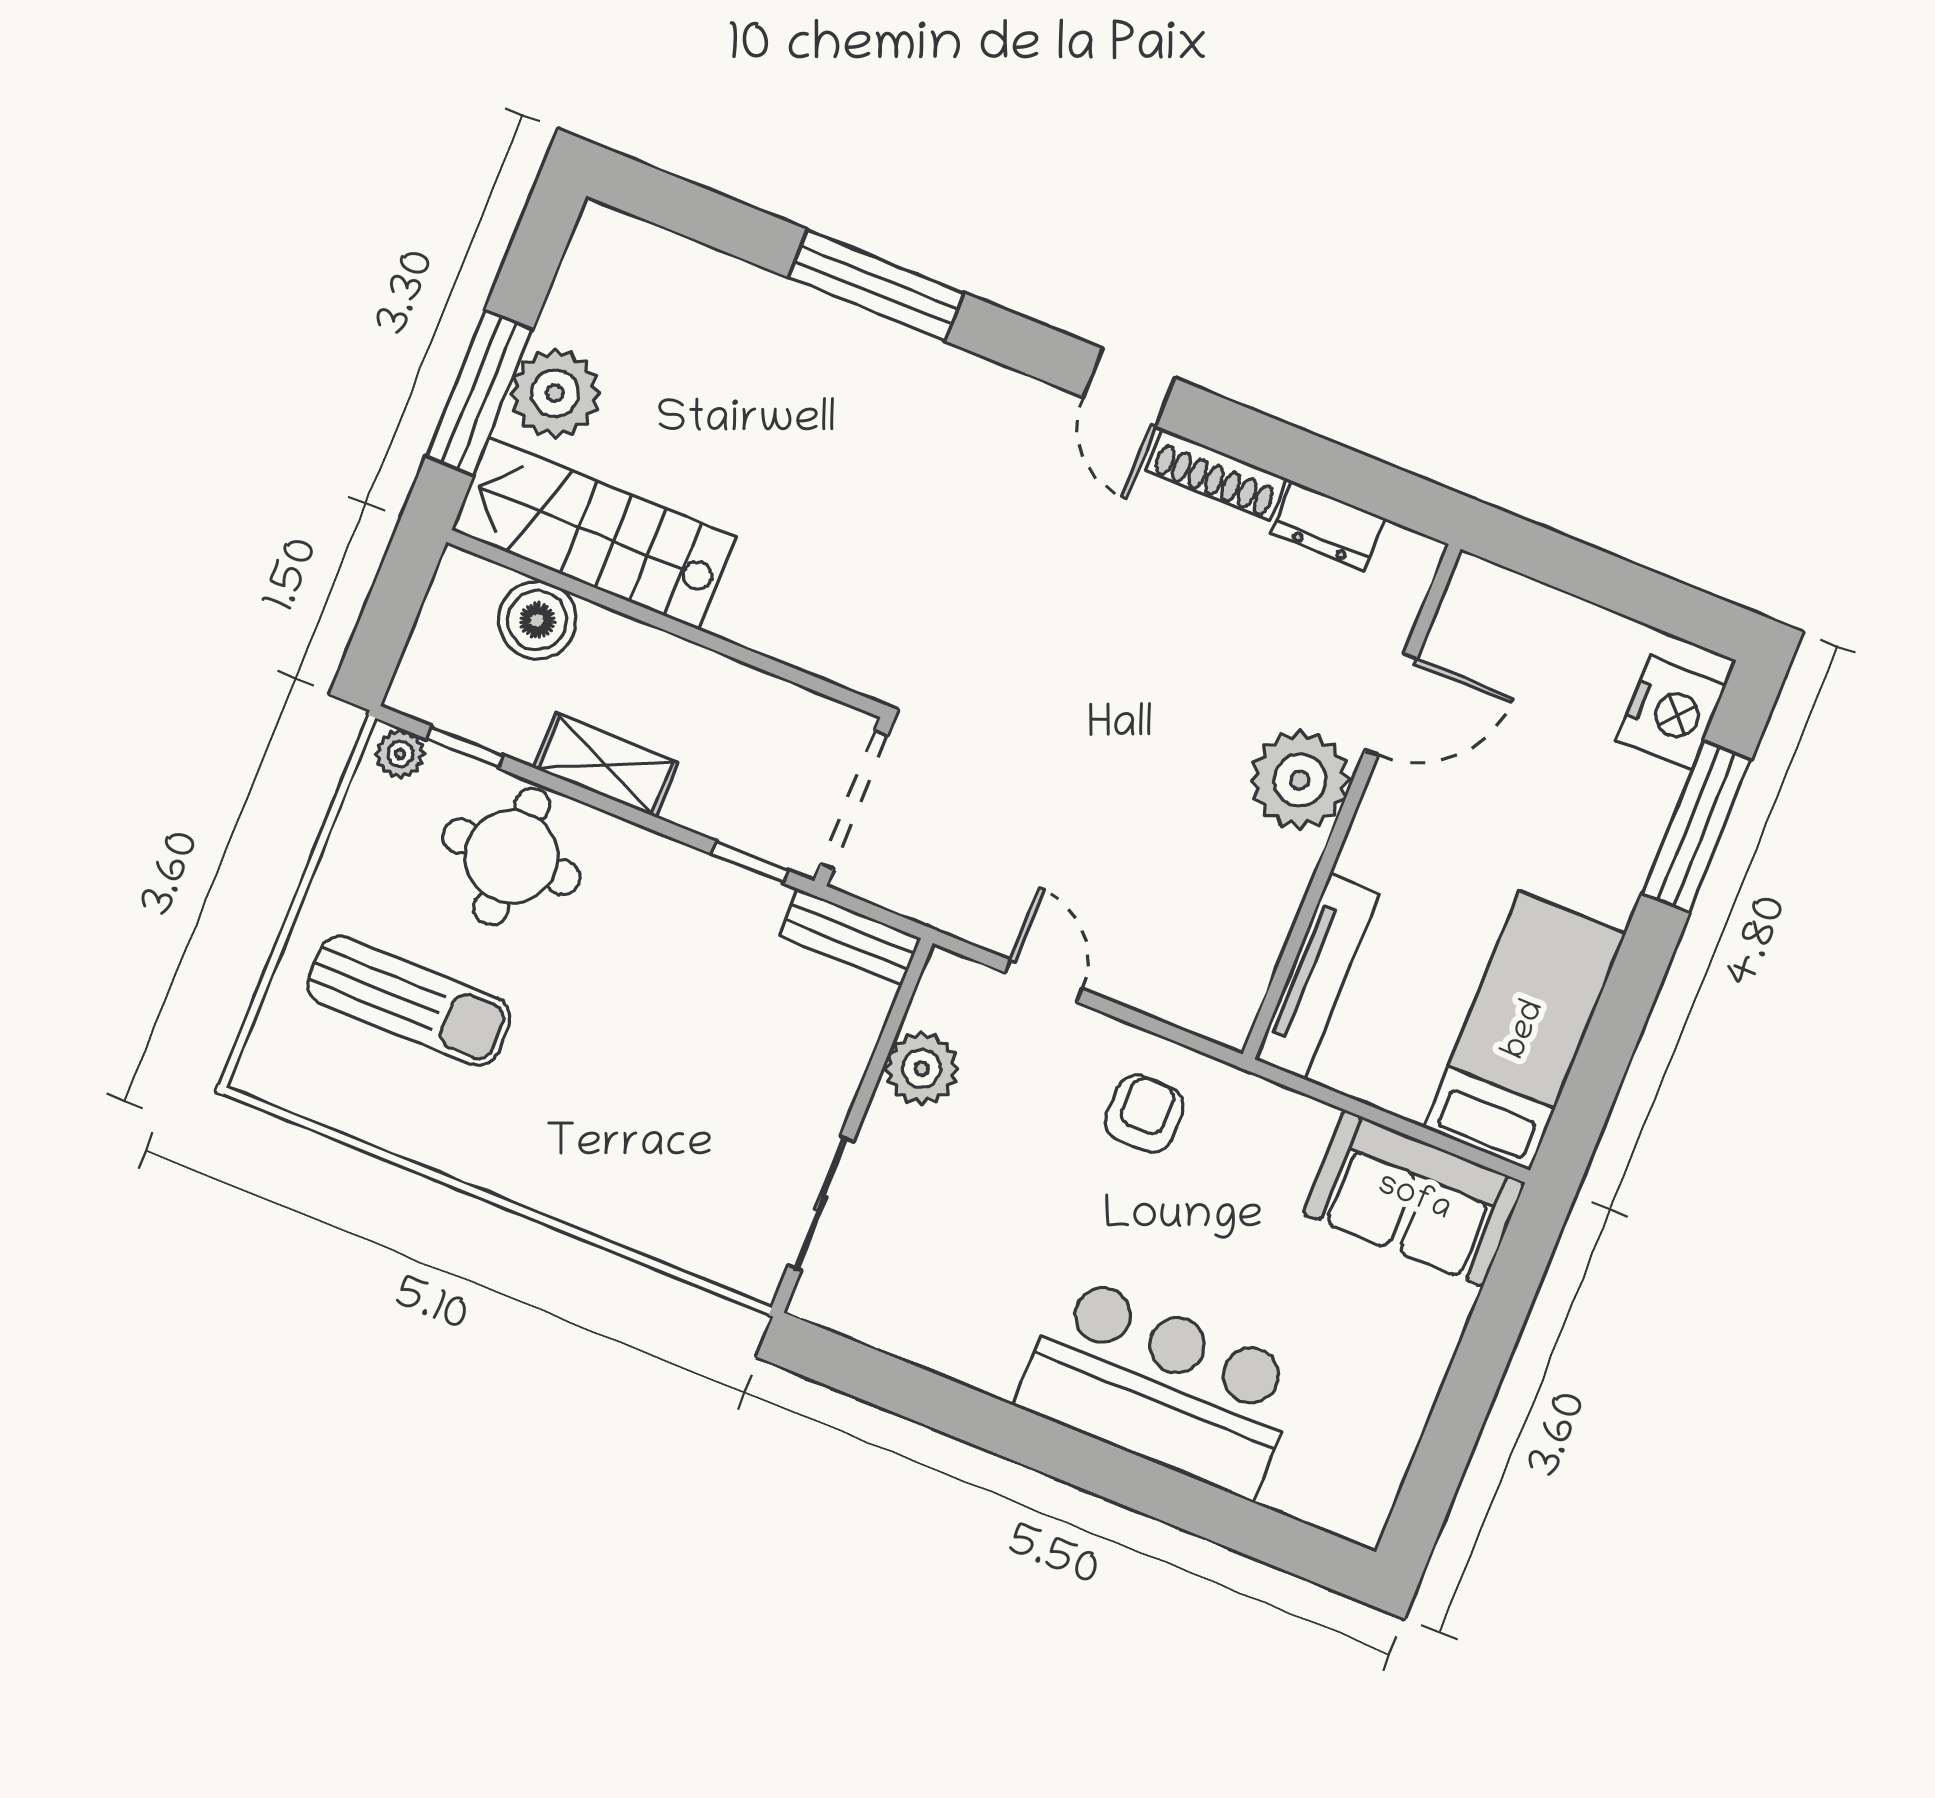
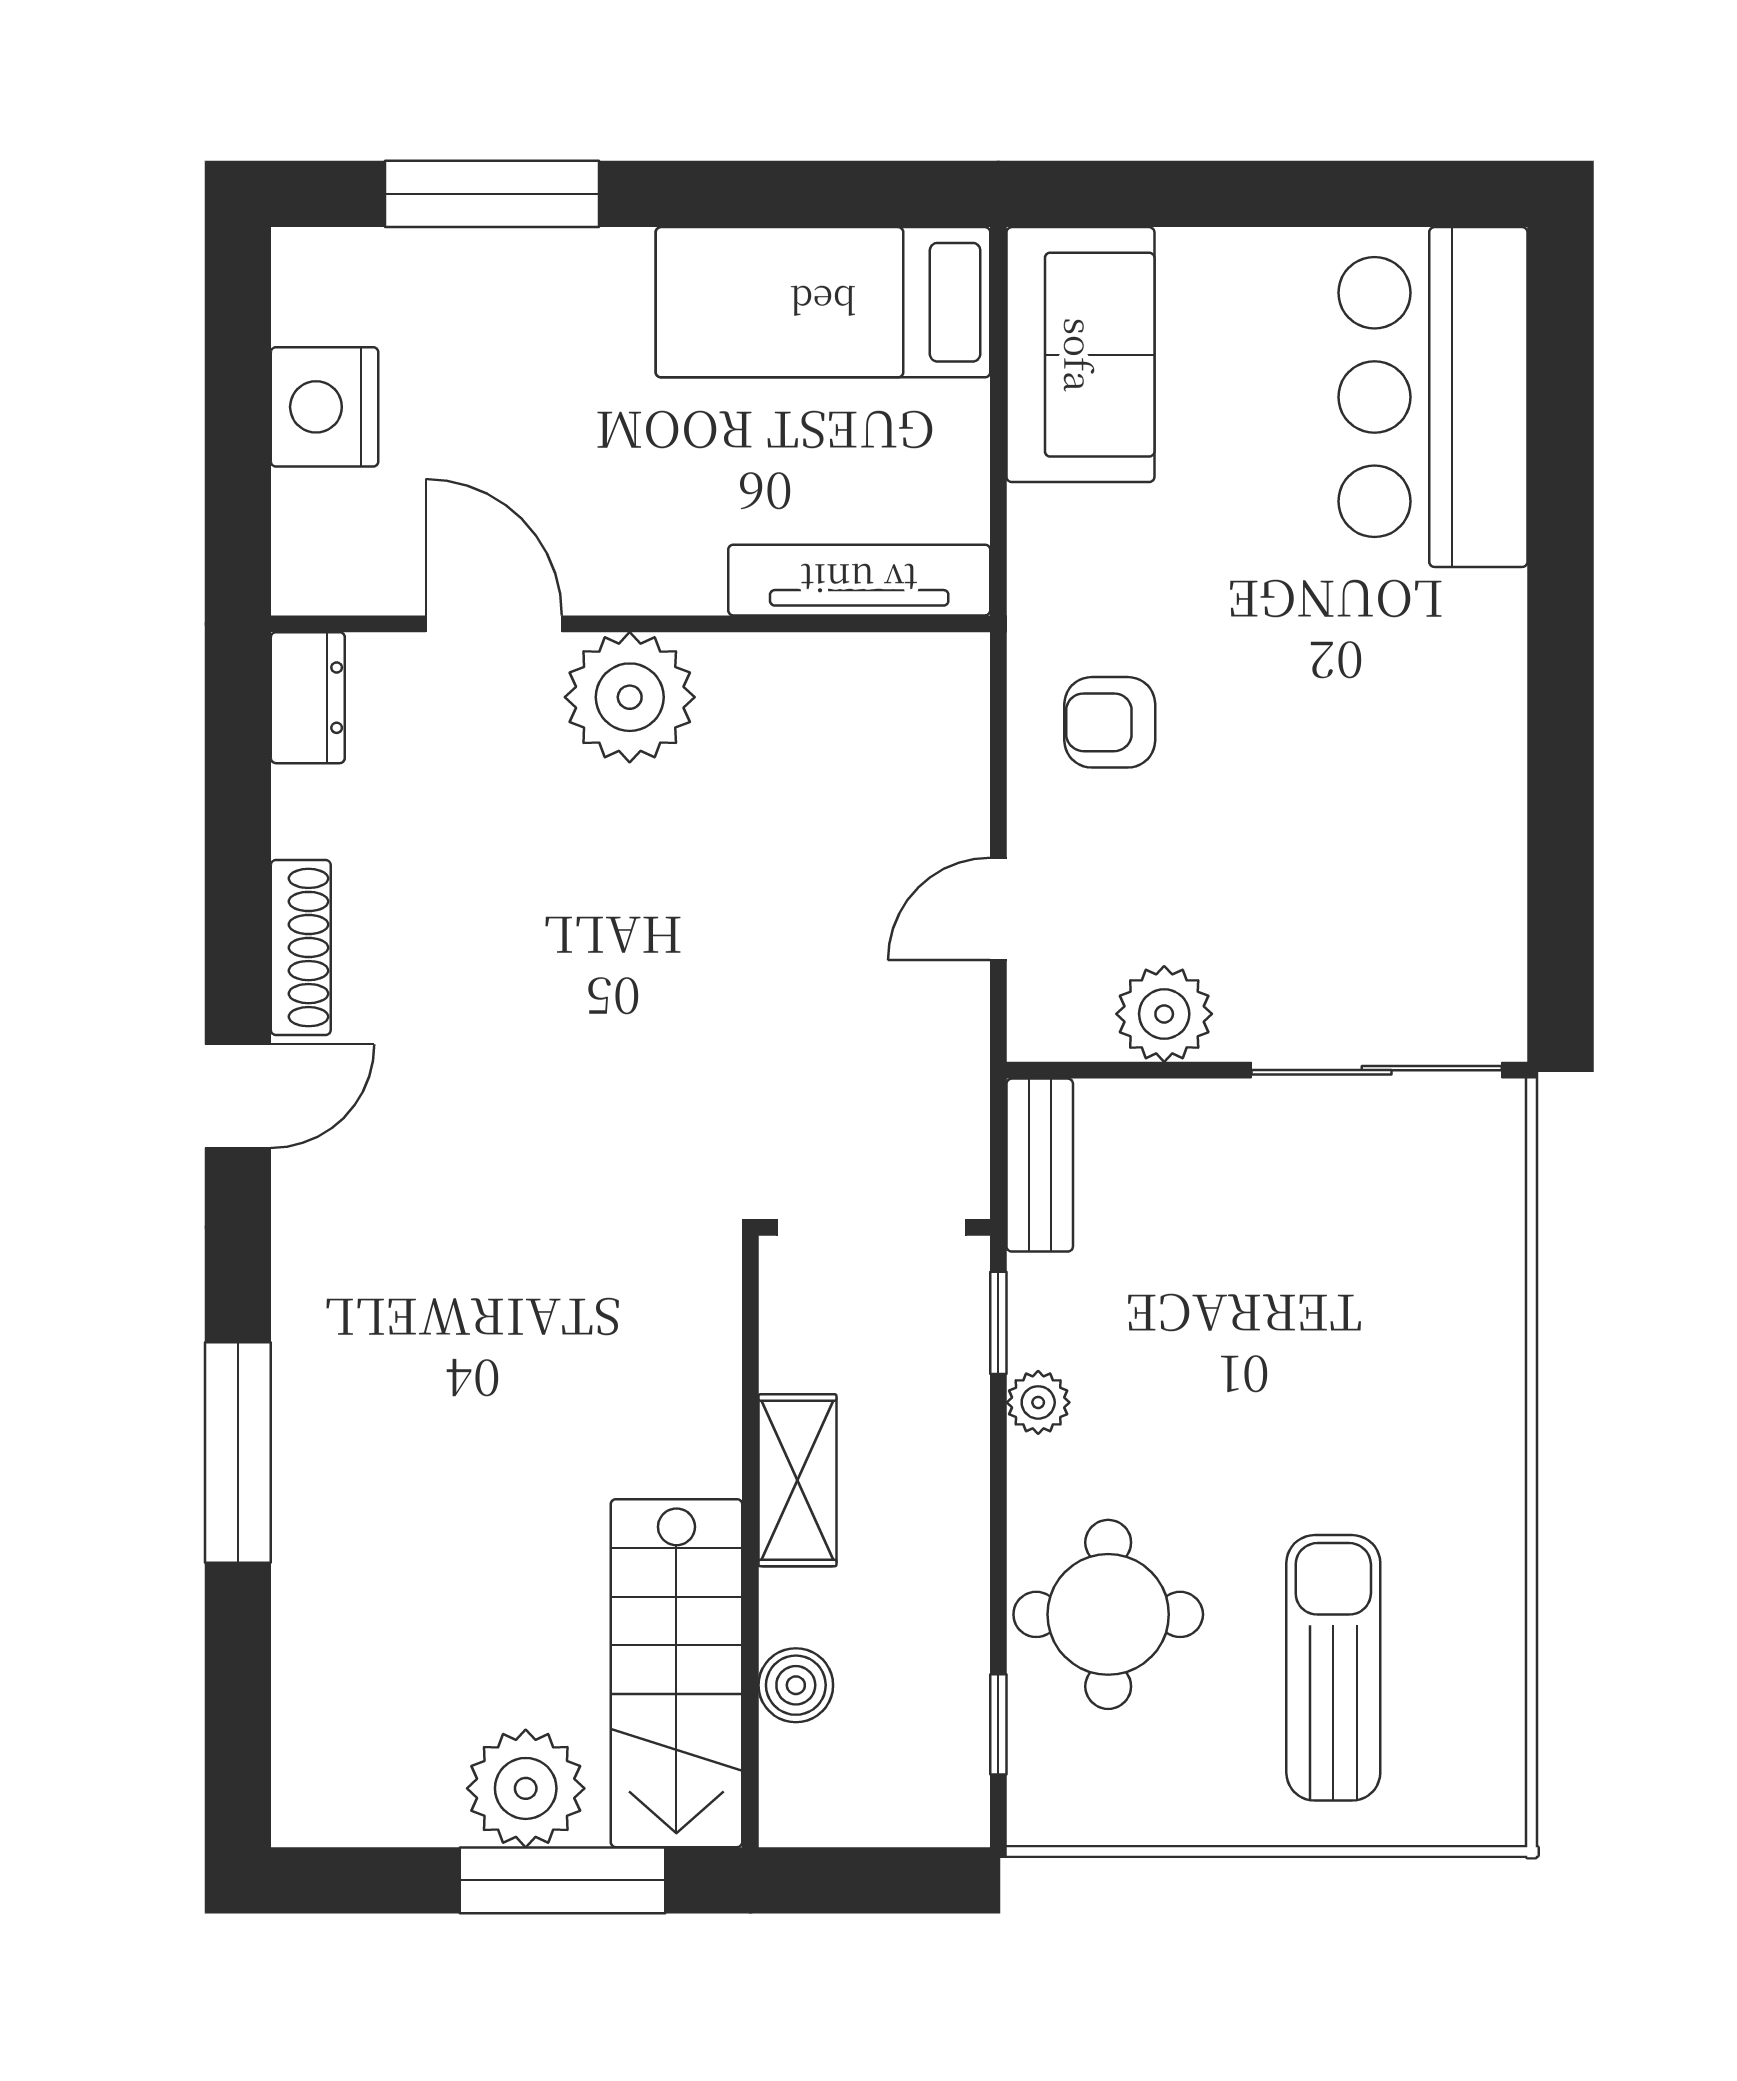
dresser: (1328, 526) -> (308, 698), moved
boiler: (537, 620) -> (796, 1685), width x0.73, depth x0.73
nightstand: (1671, 713) -> (325, 407), moved, turned -90
plant: (400, 754) -> (1038, 1402), moved
shelving: (606, 765) -> (797, 1480), moved
sliding door: (821, 1203) -> (1377, 1070), width x1.37
bar counter: (1160, 1387) -> (1433, 397), moved

